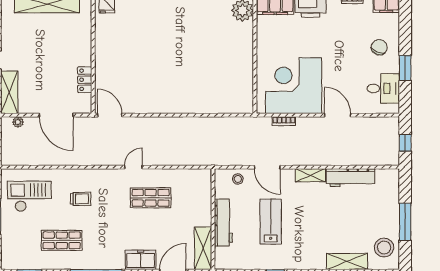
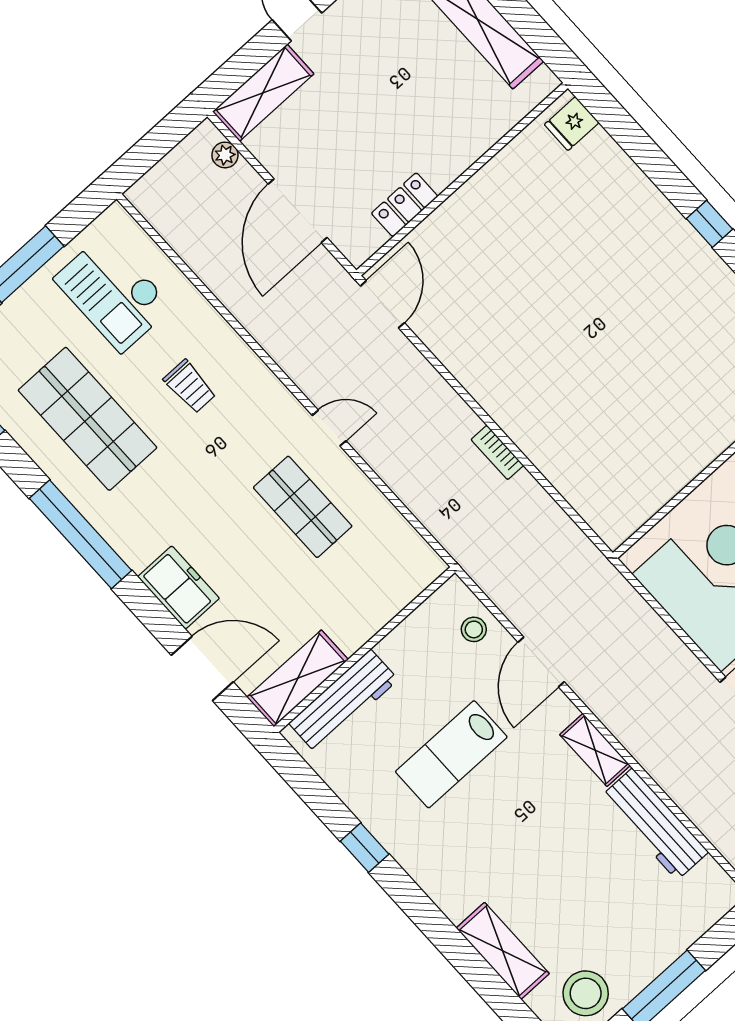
bookcase: (284, 121) -> (497, 452), moved
checkout: (29, 196) -> (113, 293), turned 180
lab bench: (271, 222) -> (451, 754), turned 180
workbench: (223, 223) -> (343, 701), moved
shop shelf: (62, 240) -> (88, 419), width x1.43, depth x1.36

